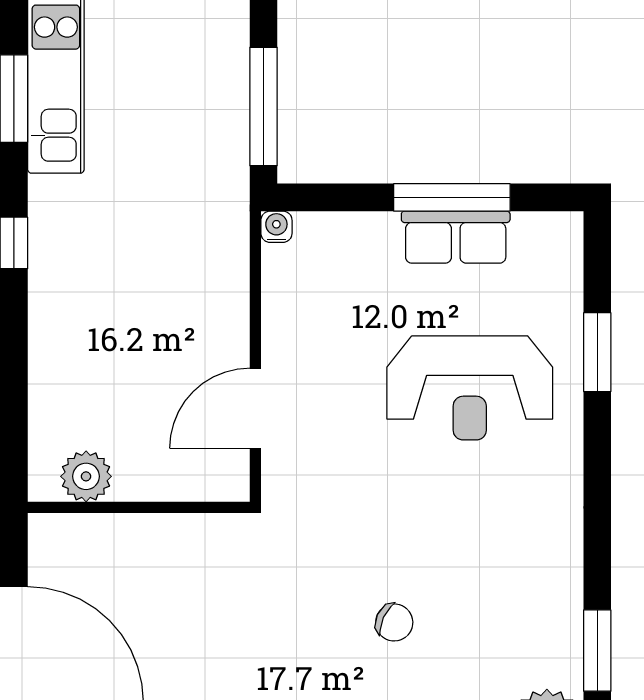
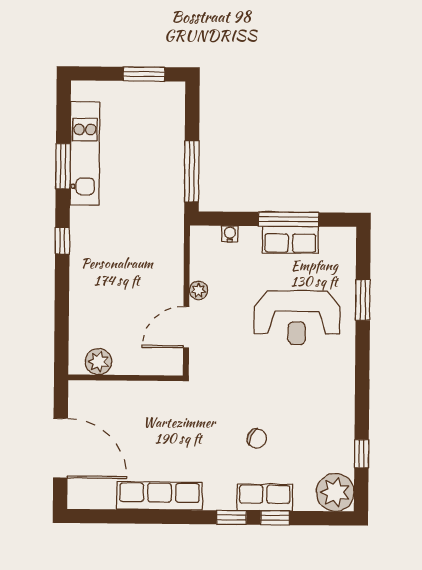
water cooler: (276, 227) -> (230, 234), moved
plant: (279, 337) -> (199, 290), added
window: (597, 651) -> (362, 454), width x0.67

